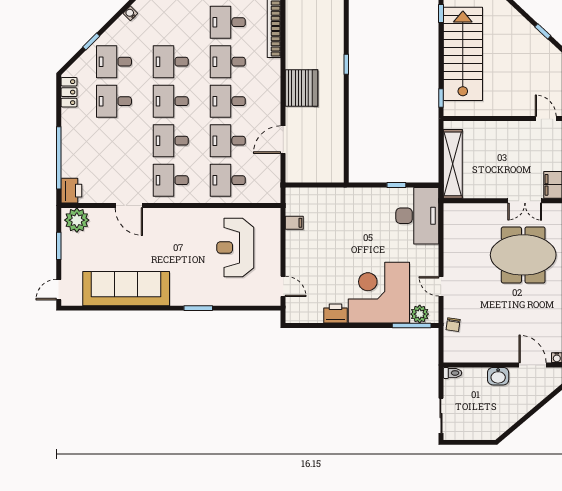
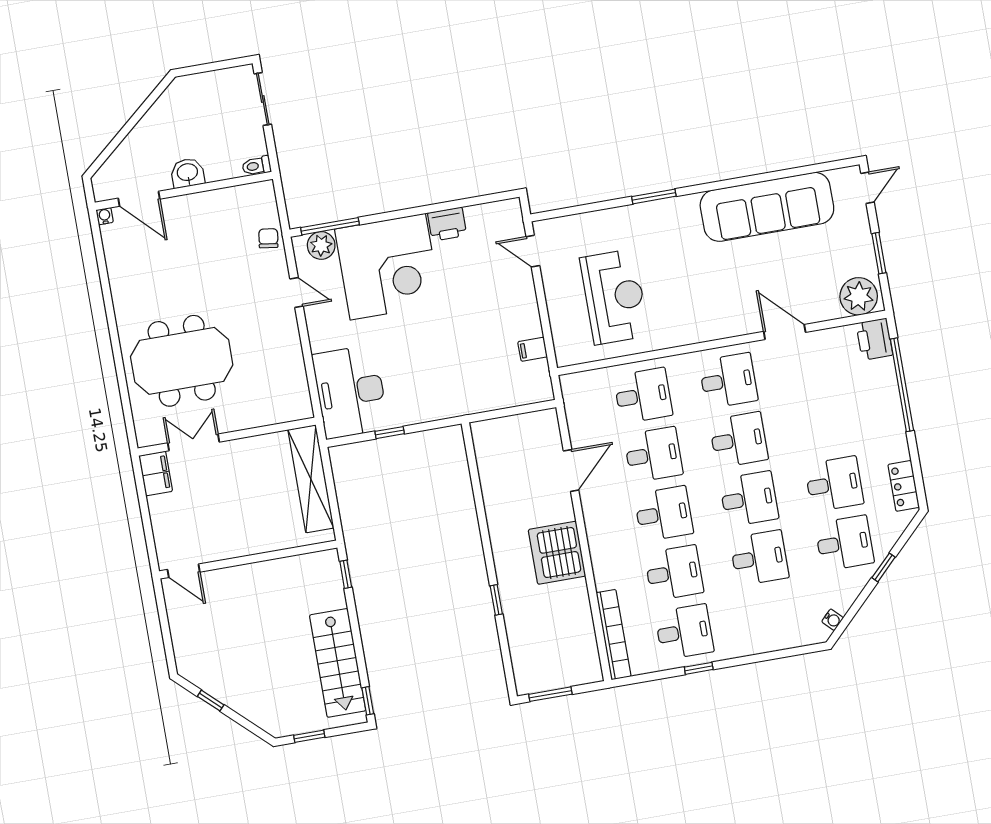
stairs: (463, 54) -> (338, 663), width x0.73, depth x0.66

